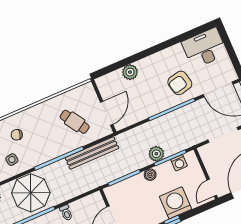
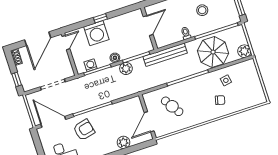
door: (107, 113) -> (149, 122), moved
bench: (92, 153) -> (165, 55), moved
plant: (156, 154) -> (126, 68), moved

